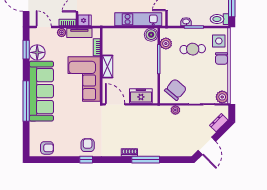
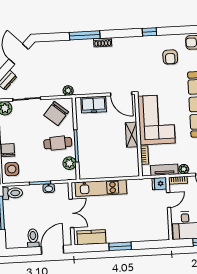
boiler: (151, 35) -> (86, 172), removed
cafe table: (193, 49) -> (58, 143), moved
plant: (175, 110) -> (68, 91), moved
armchair: (88, 145) -> (170, 57), moved

